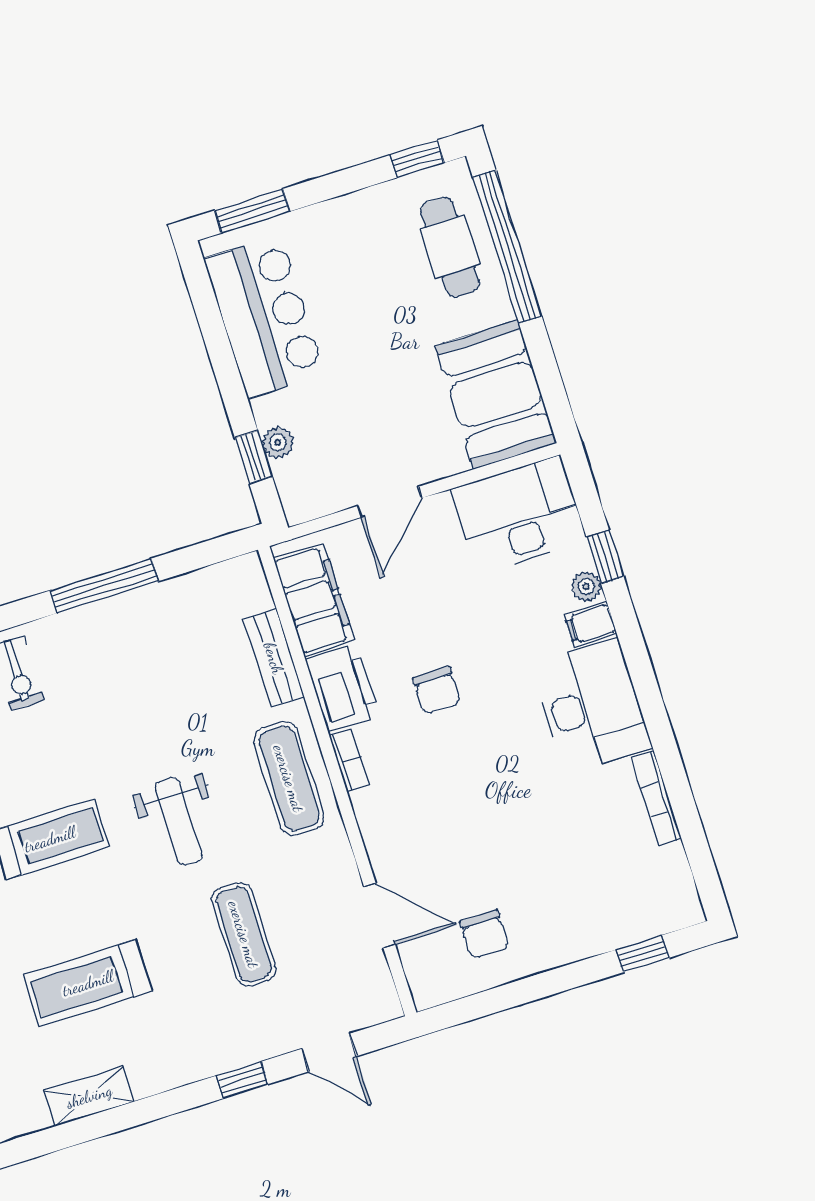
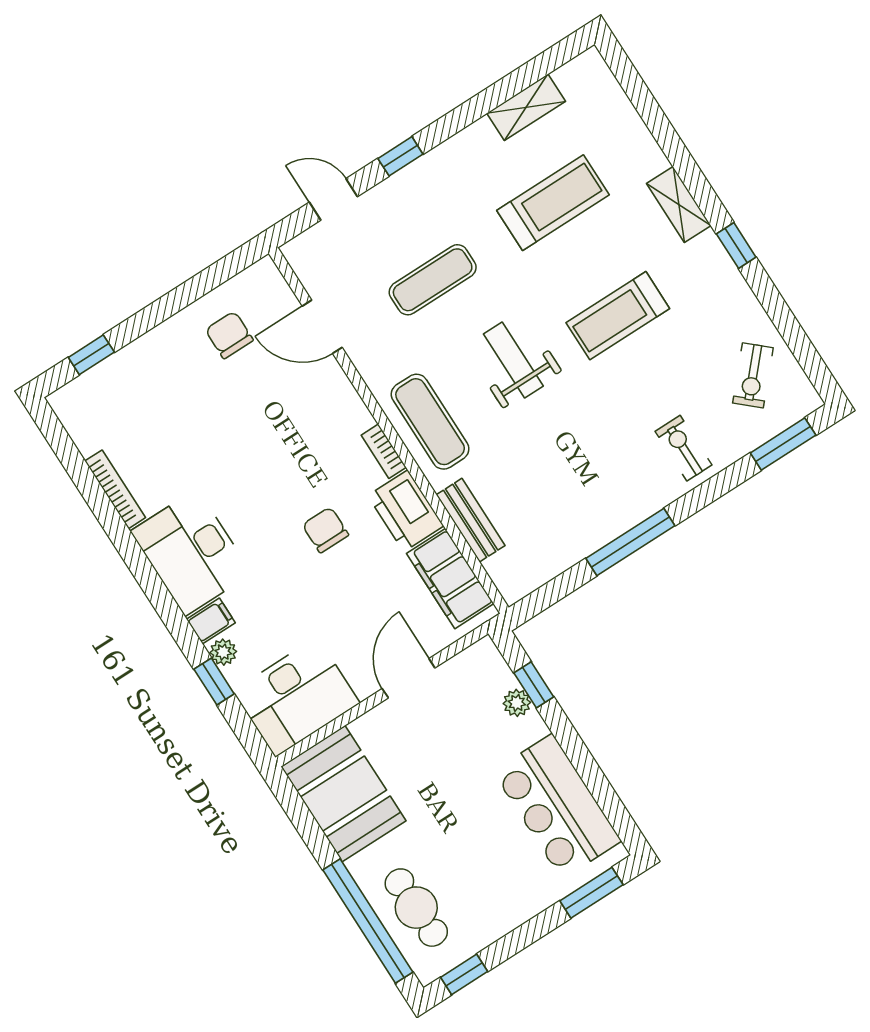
exercise mat: (244, 934) -> (433, 280), turned 90

